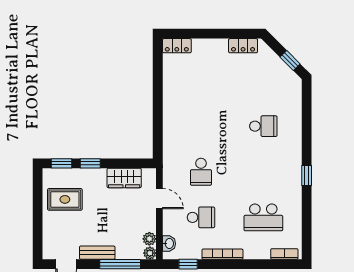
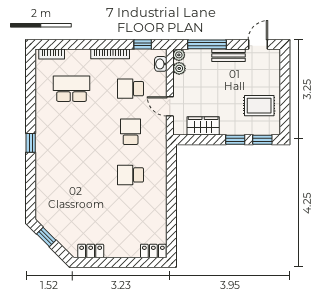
school desk: (263, 126) -> (131, 175), moved
window: (307, 176) -> (31, 143), moved

